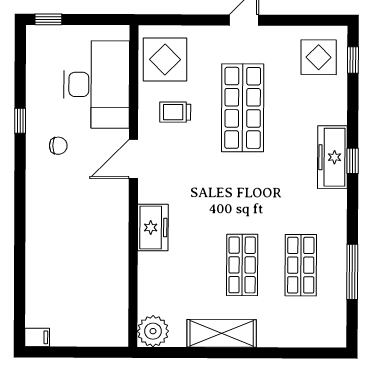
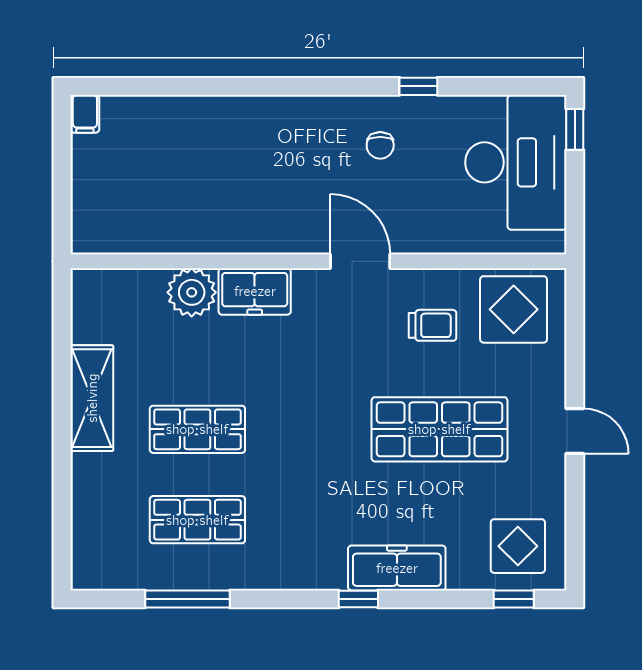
desk: (97, 84) -> (516, 162), moved, turned -90
trolley: (175, 112) -> (433, 325), turned 90
freezer: (332, 157) -> (397, 568), moved
plant: (153, 331) -> (192, 292), moved

